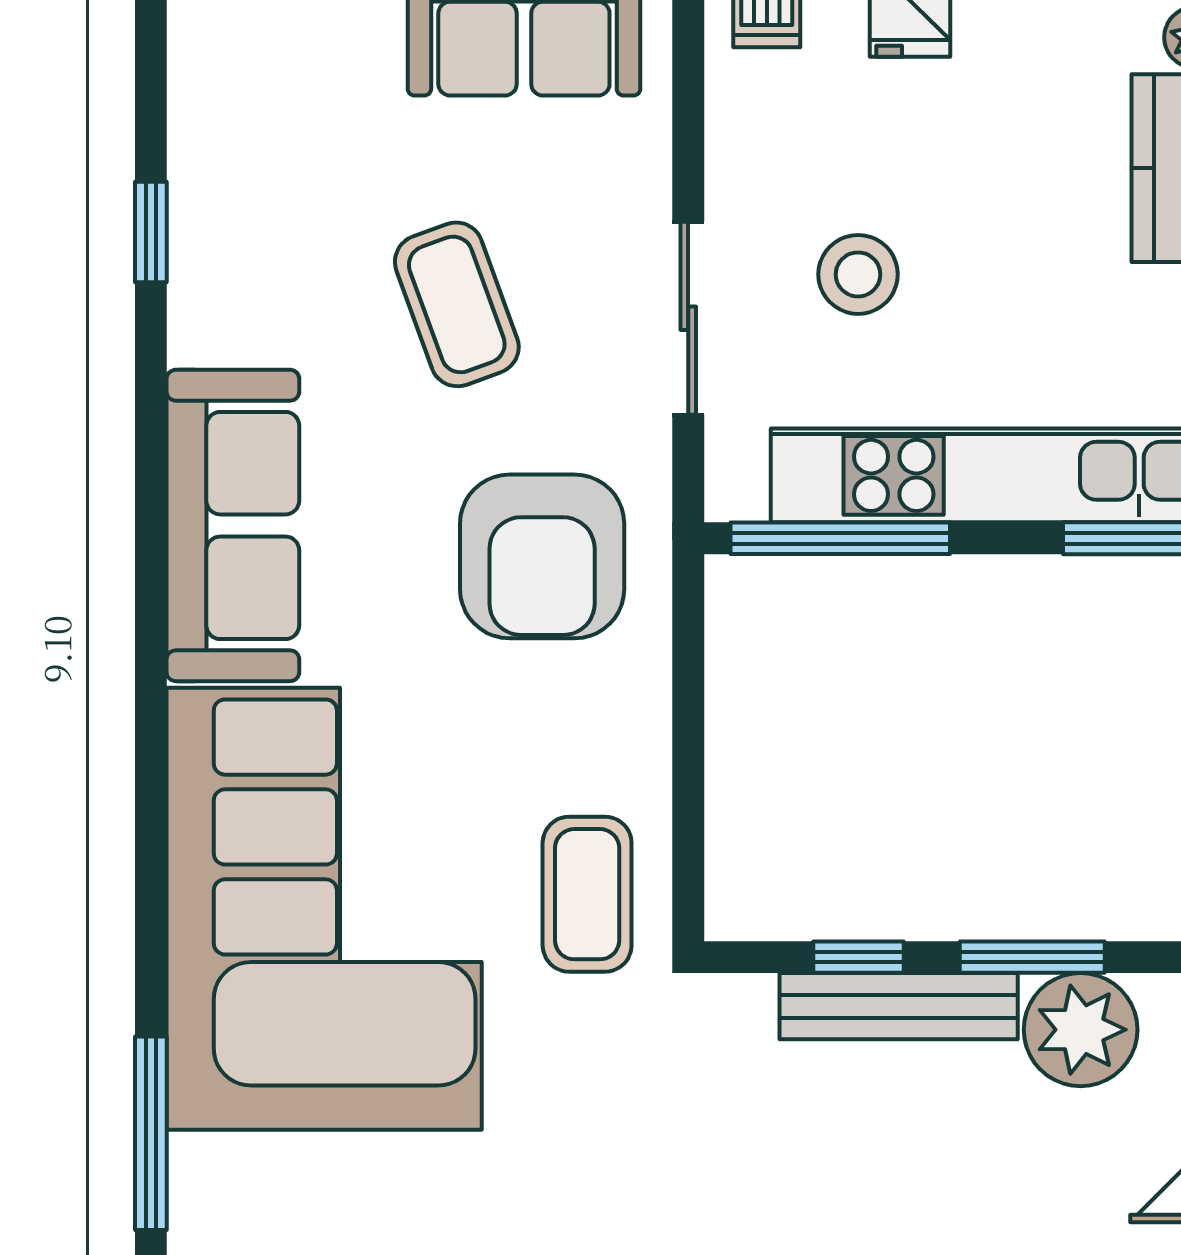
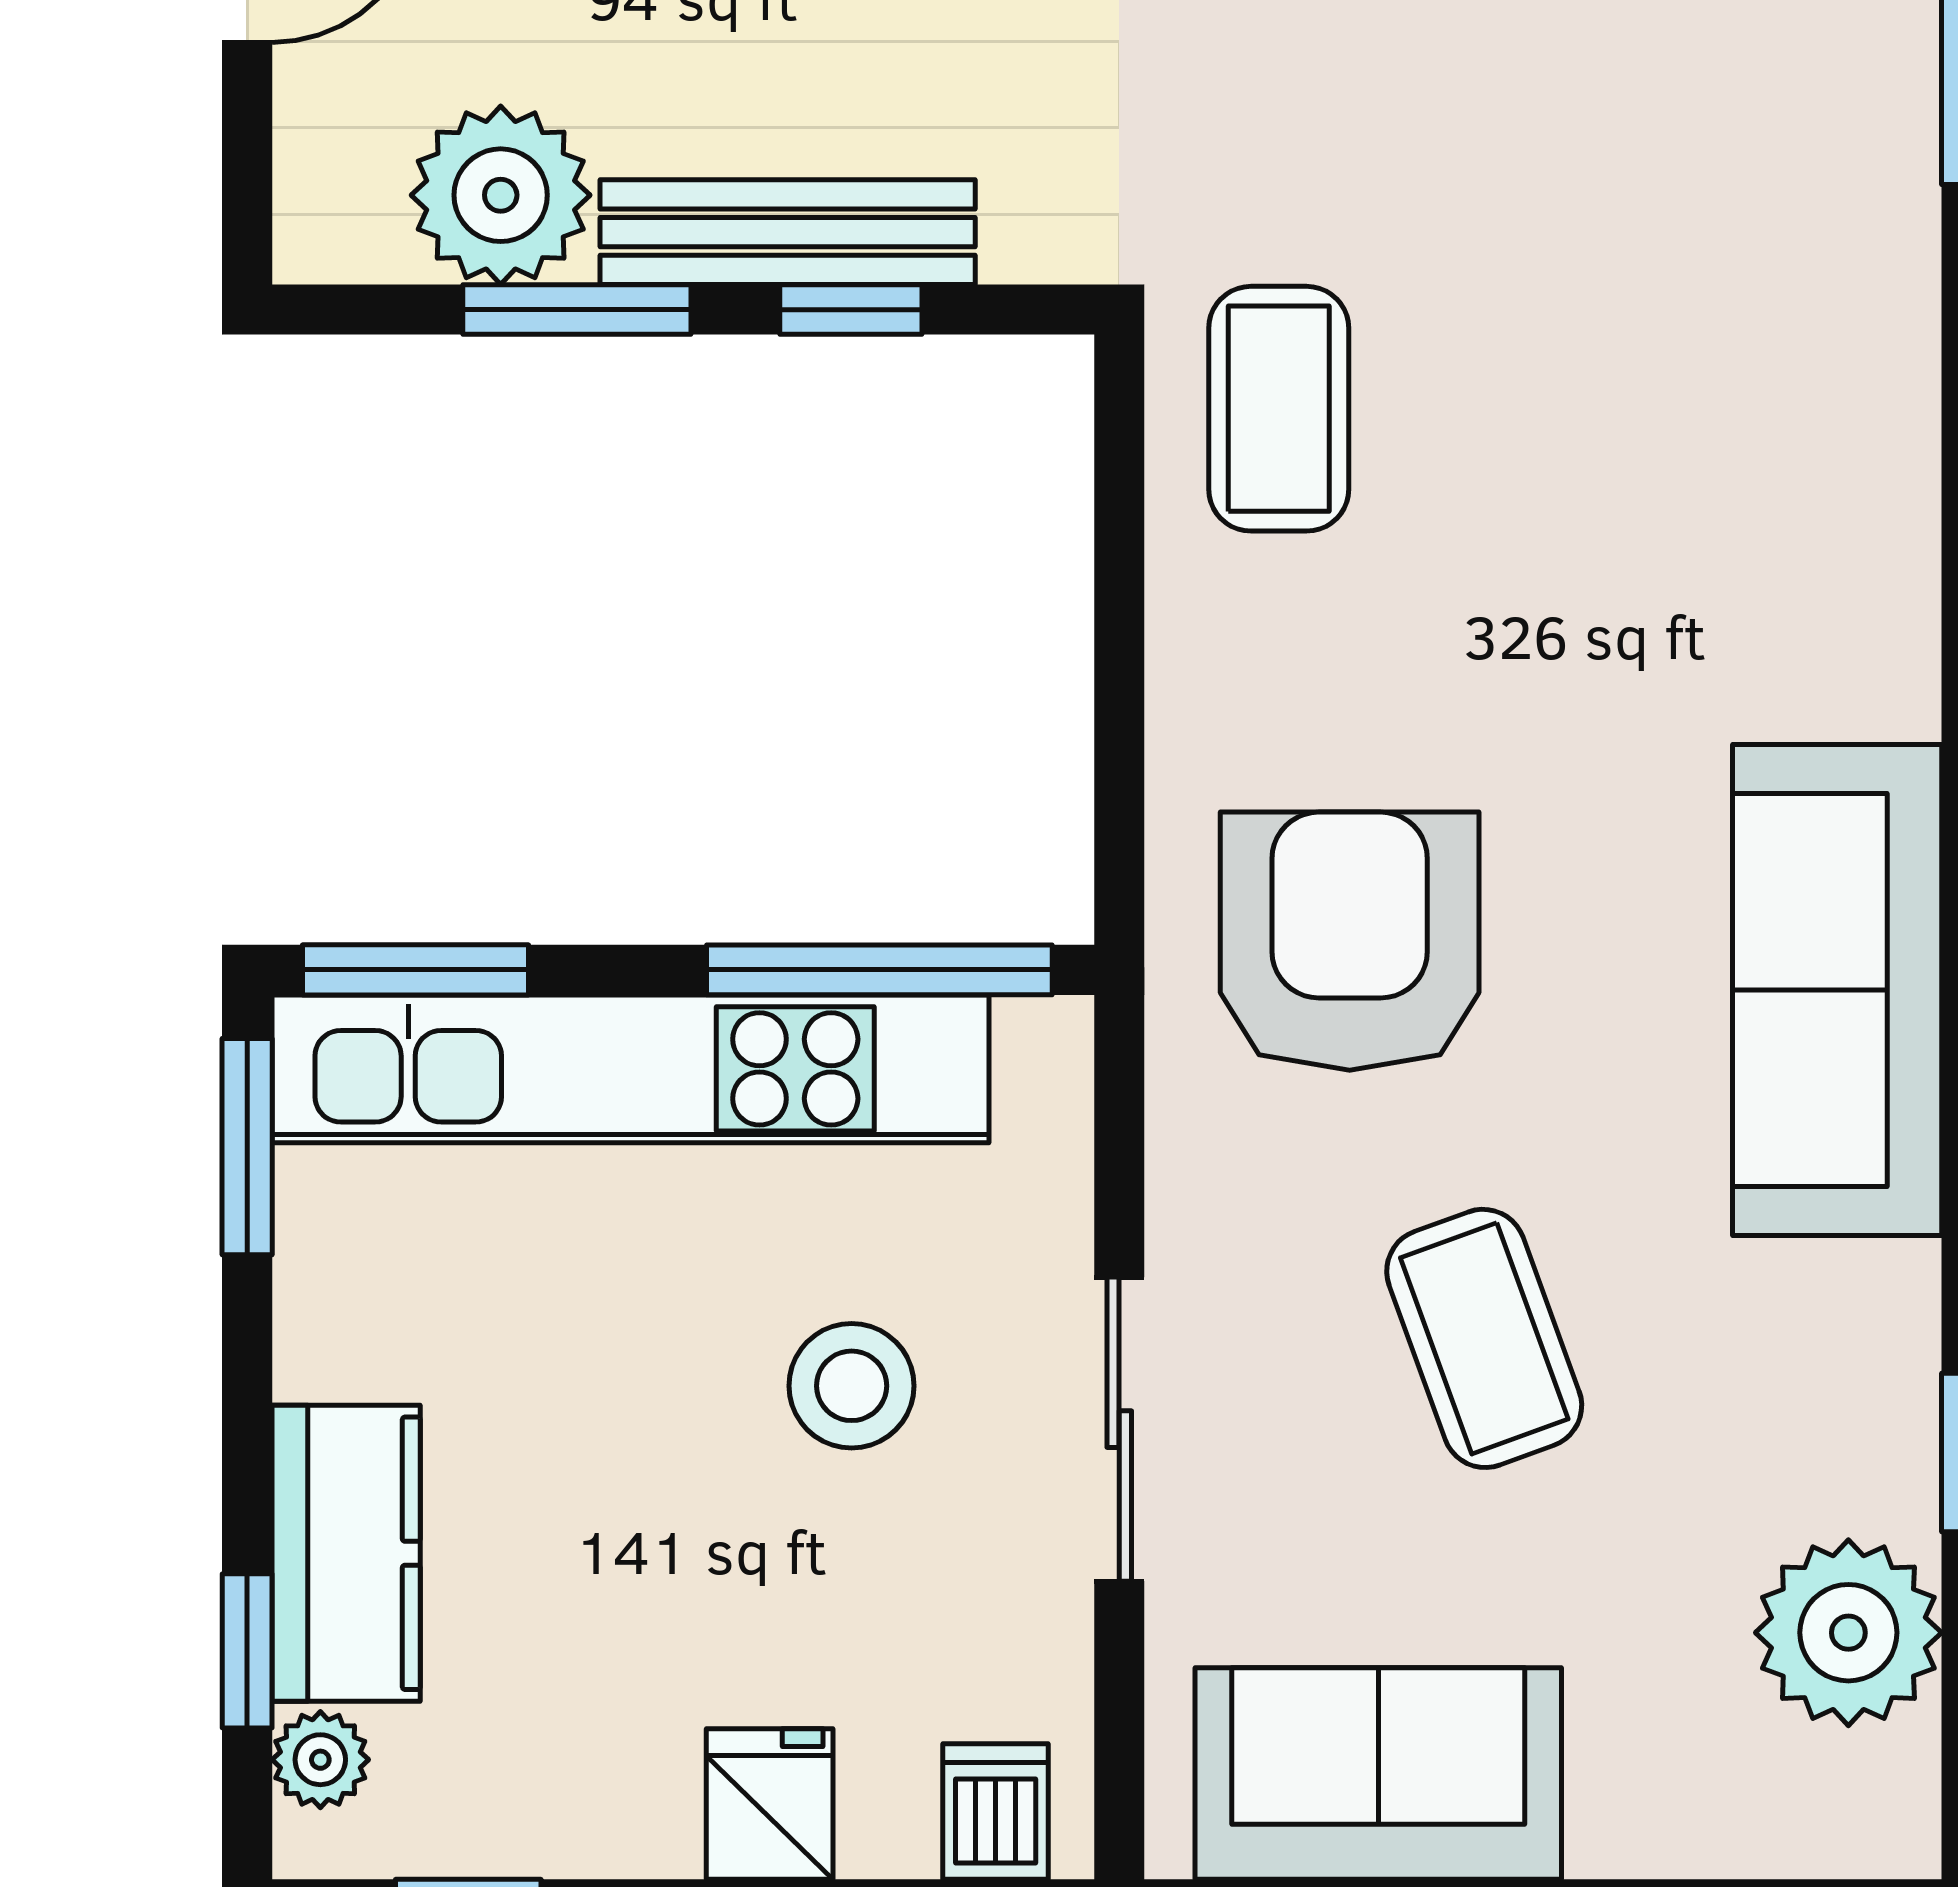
plant: (226, 118) -> (1848, 1633), added
sliding door: (688, 318) -> (1119, 1429), moved
corner sofa: (324, 909) -> (1693, 386), removed

